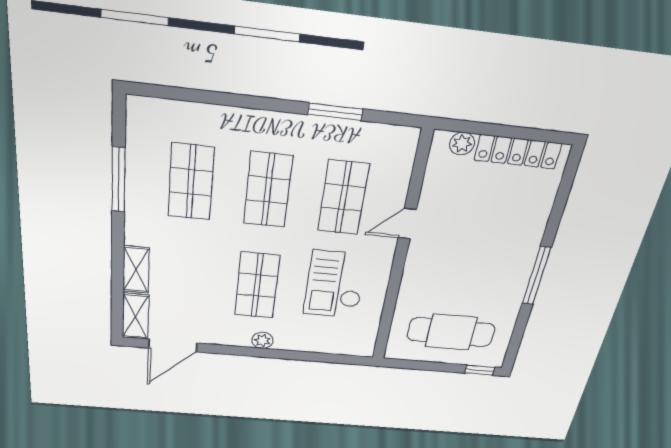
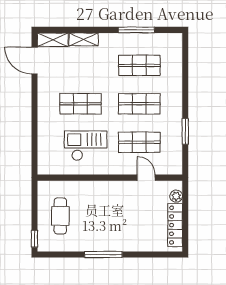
door: (407, 224) -> (146, 178), moved
cafe table: (451, 332) -> (60, 216), width x0.73, depth x0.74
plant: (262, 340) -> (43, 110), removed

